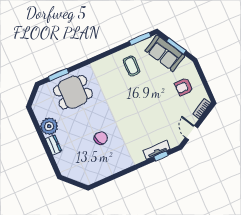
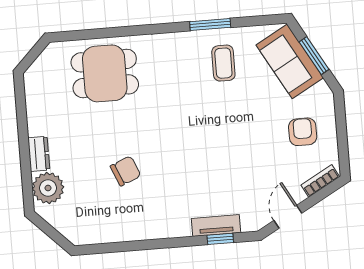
window: (140, 39) -> (210, 25), moved
window: (58, 75) -> (90, 34), removed
armchair: (184, 87) -> (303, 132), turned 90
plant: (49, 126) -> (48, 188), moved

